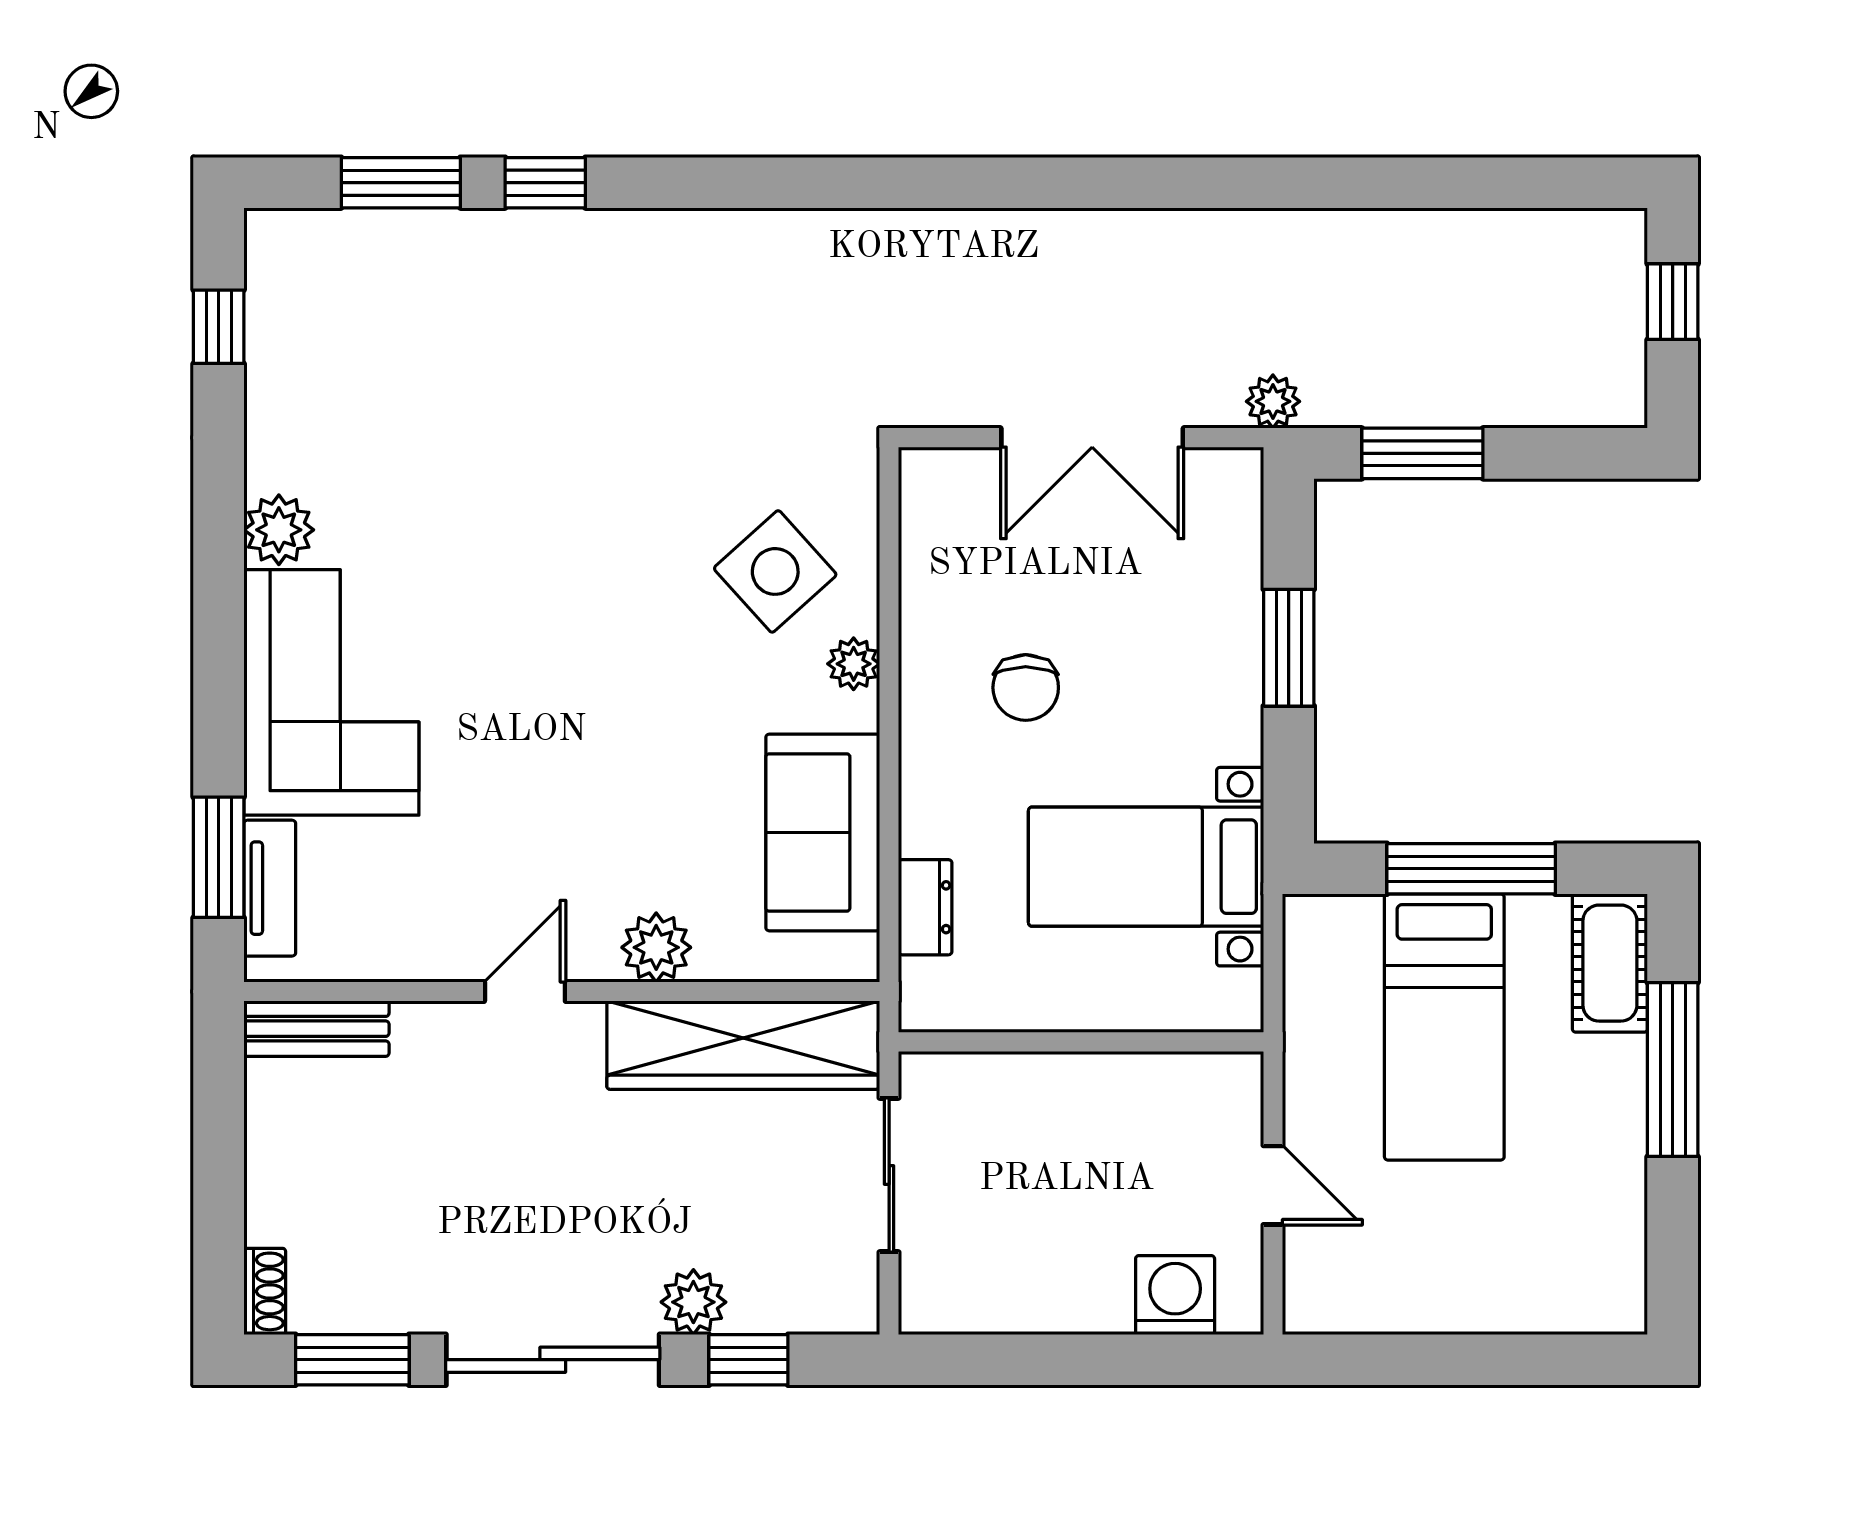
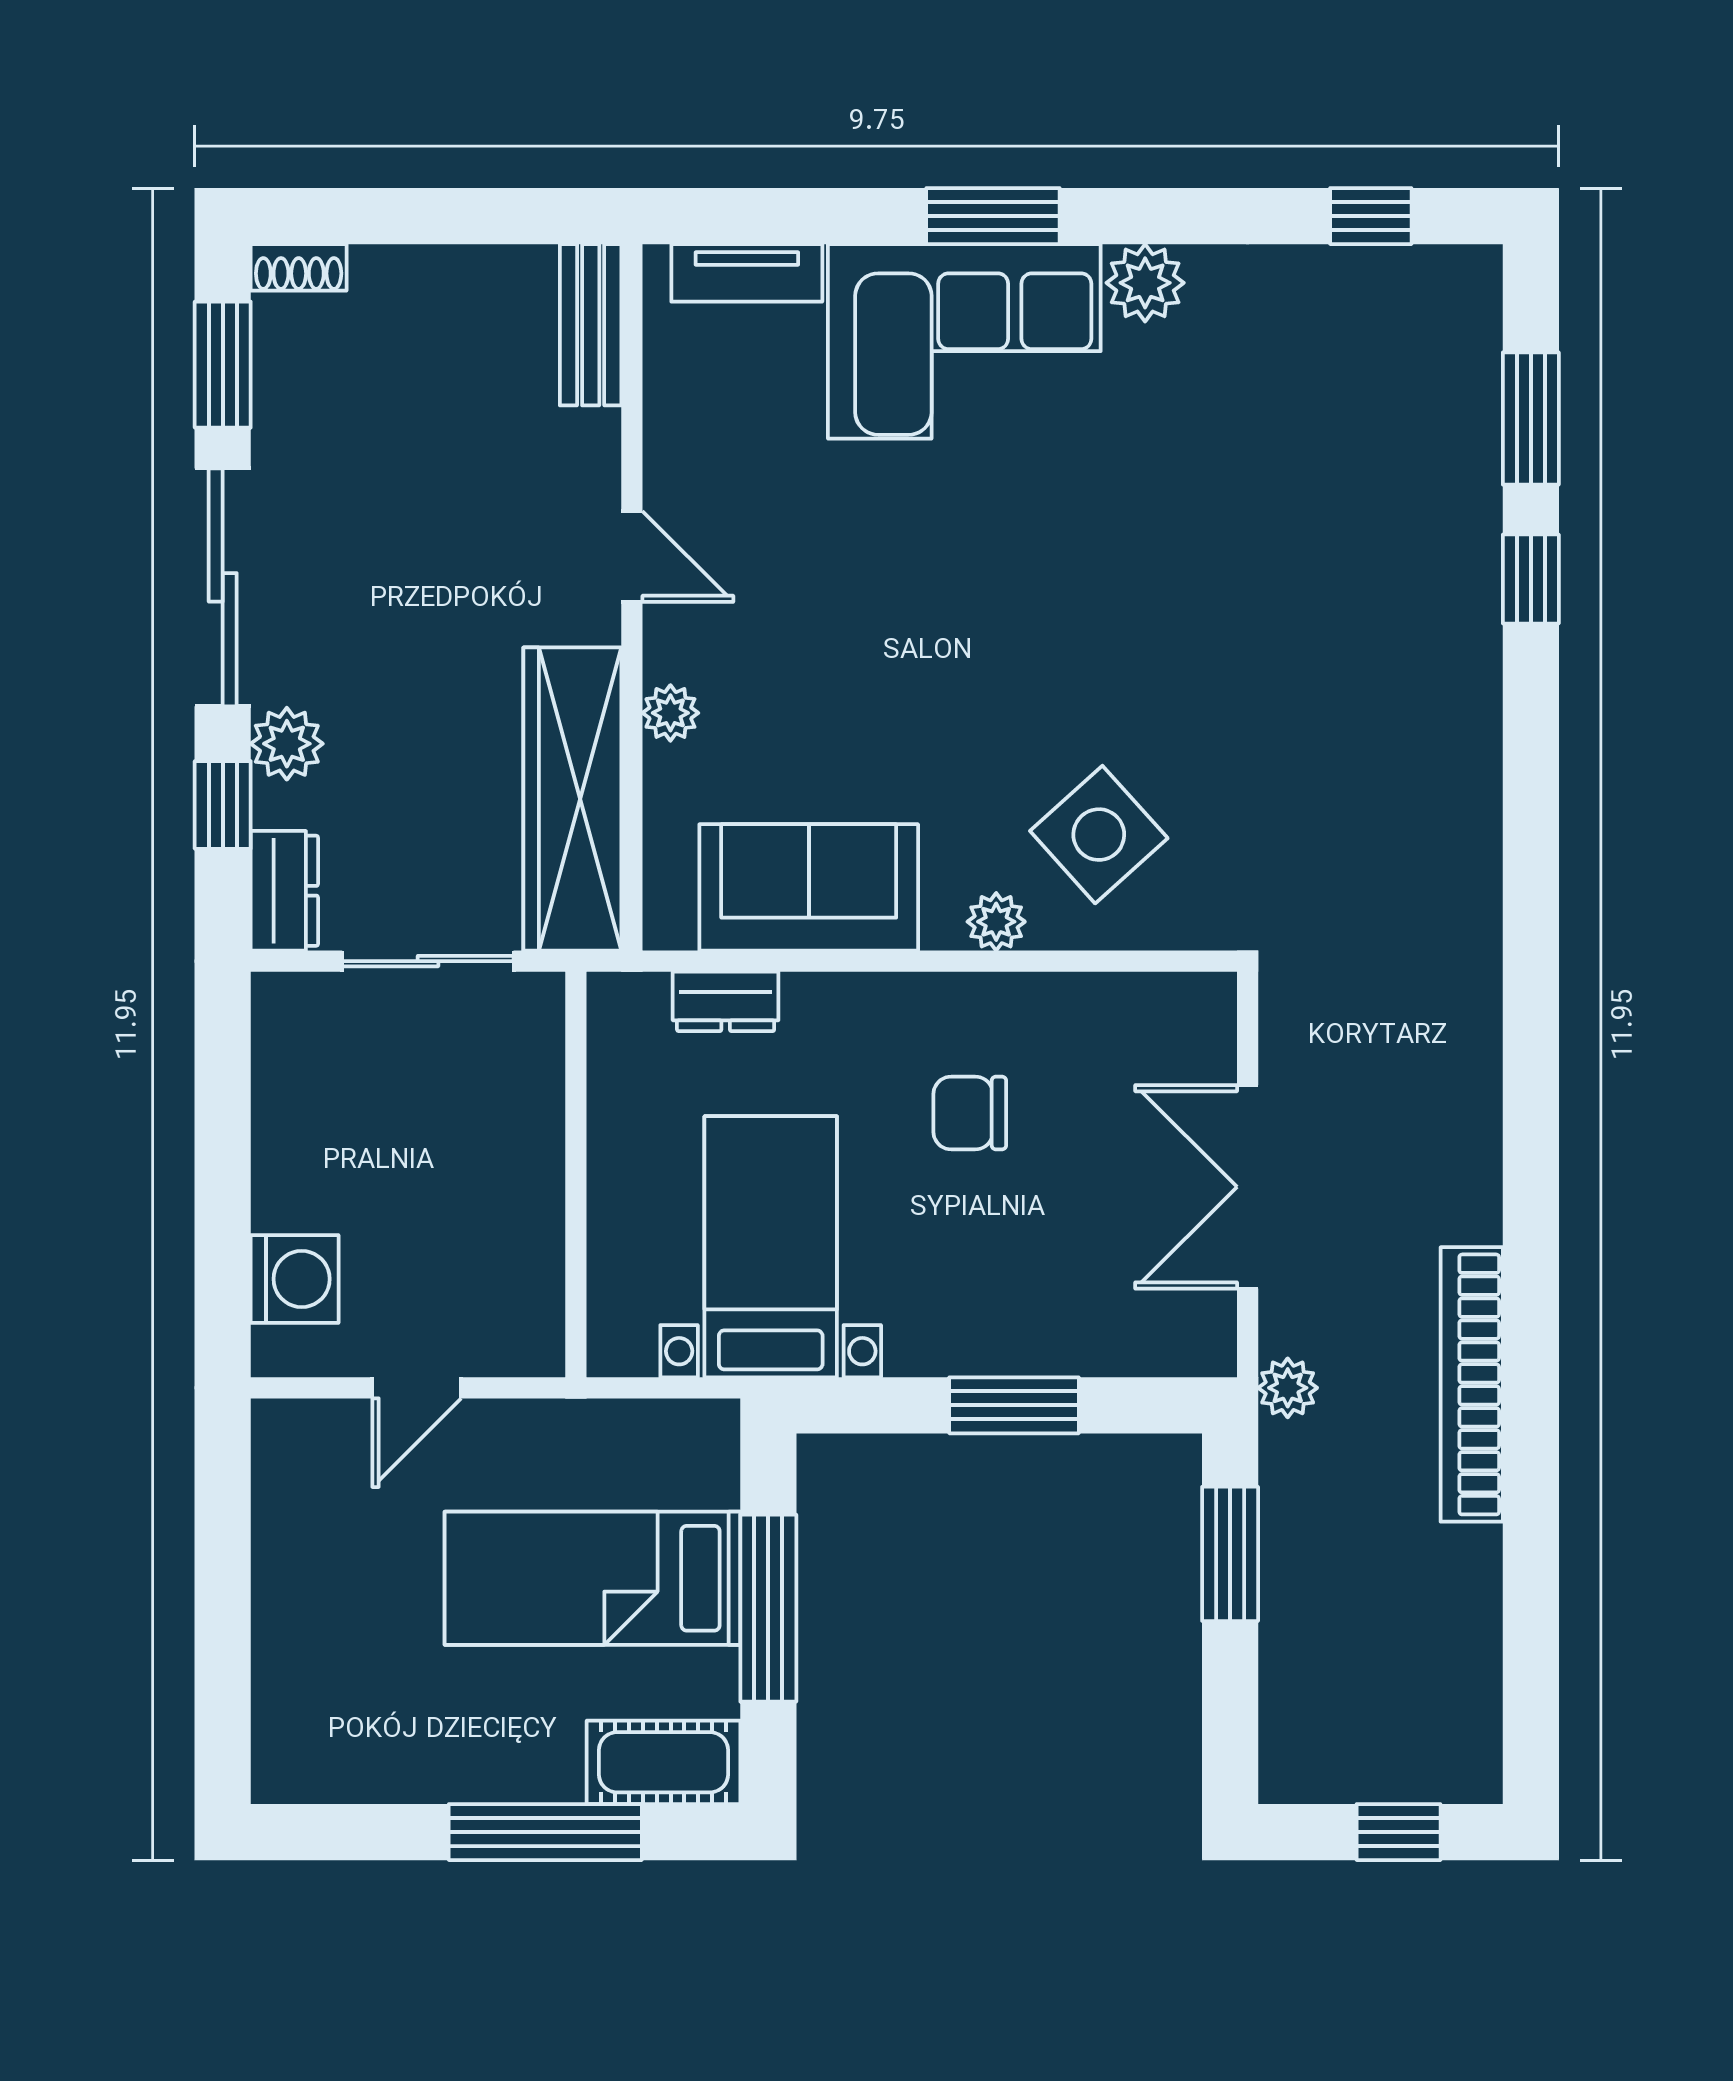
bookcase: (1270, 236) -> (1472, 1384), added
window: (219, 857) -> (993, 216), moved
plant: (656, 947) -> (670, 713), width x0.73, depth x0.73
dresser: (826, 1304) -> (284, 891), added

